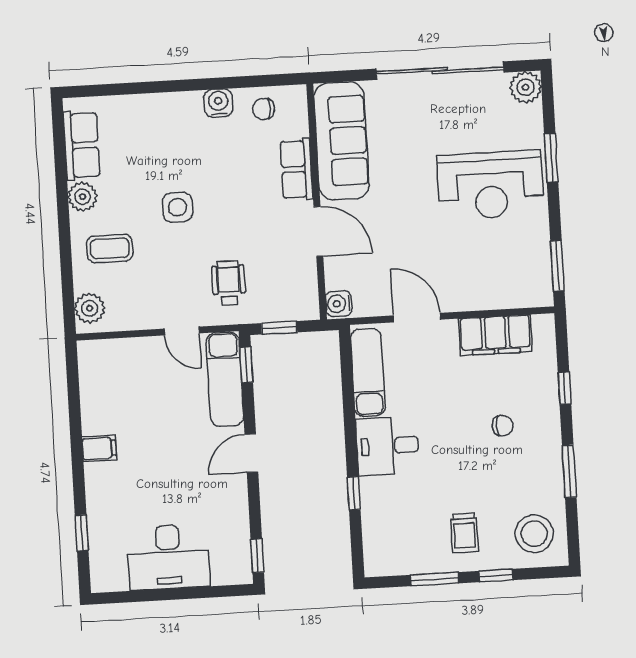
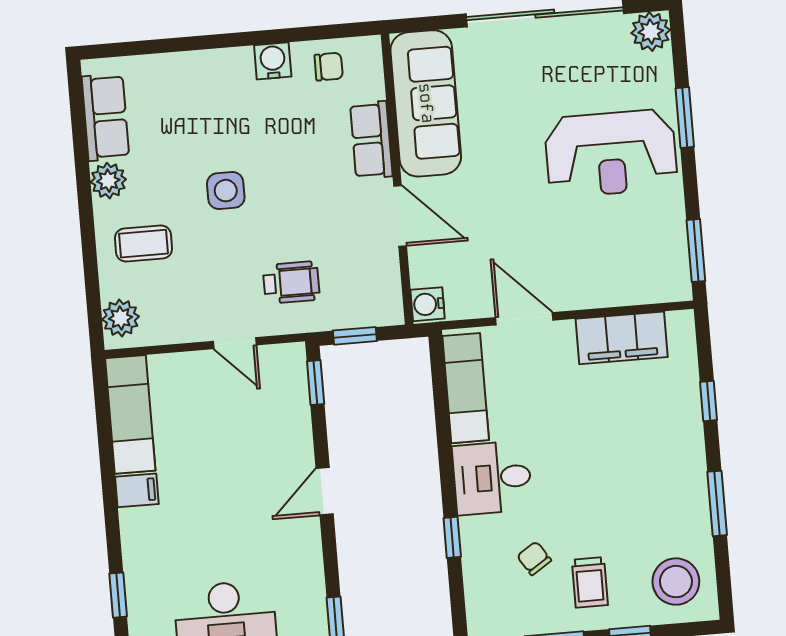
chair: (264, 109) -> (329, 67), turned 180
wheelchair: (229, 283) -> (291, 282), turned 90
exam couch: (225, 379) -> (130, 414), moved, turned 180
chair: (503, 426) -> (534, 558), moved, turned -123

